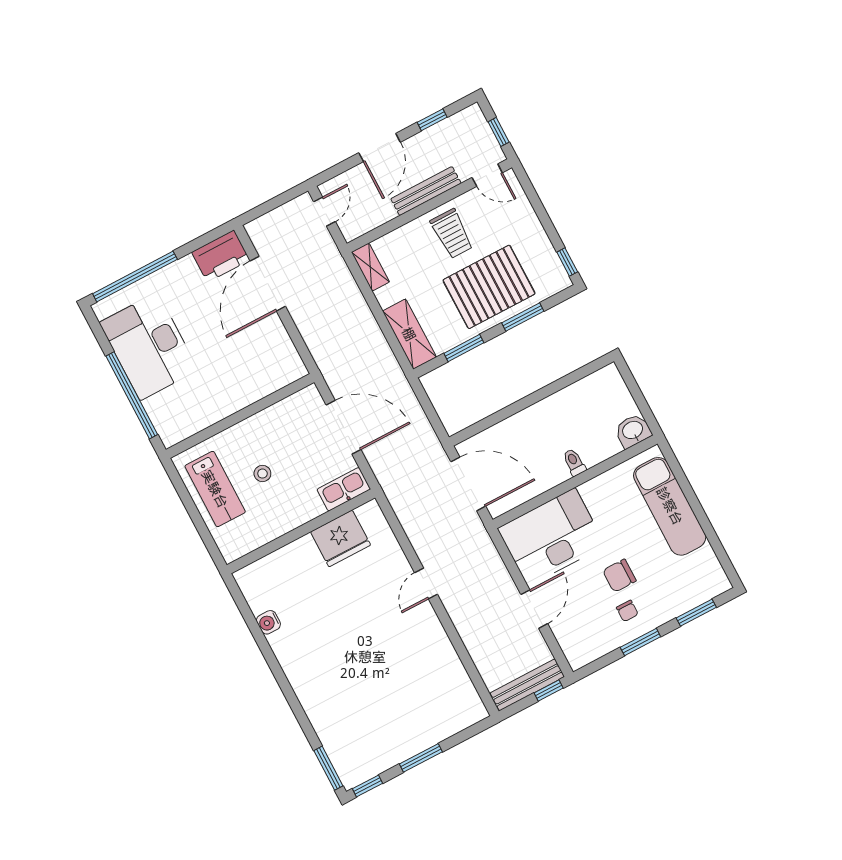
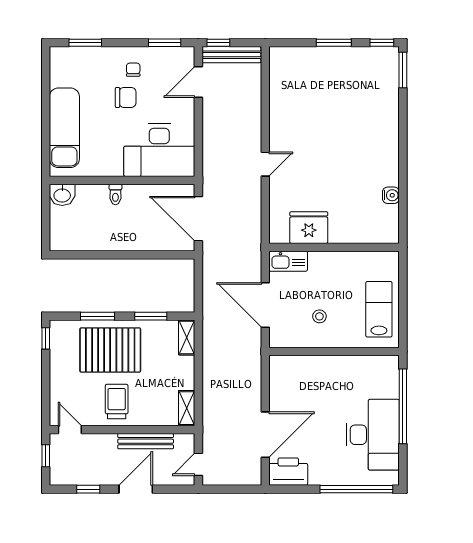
bench: (426, 191) -> (146, 441), moved
shelving: (409, 334) -> (187, 338), width x0.67, depth x0.75
stool: (262, 474) -> (319, 316), moved
door: (534, 609) -> (198, 82), moved
window: (640, 642) -> (165, 43), moved

